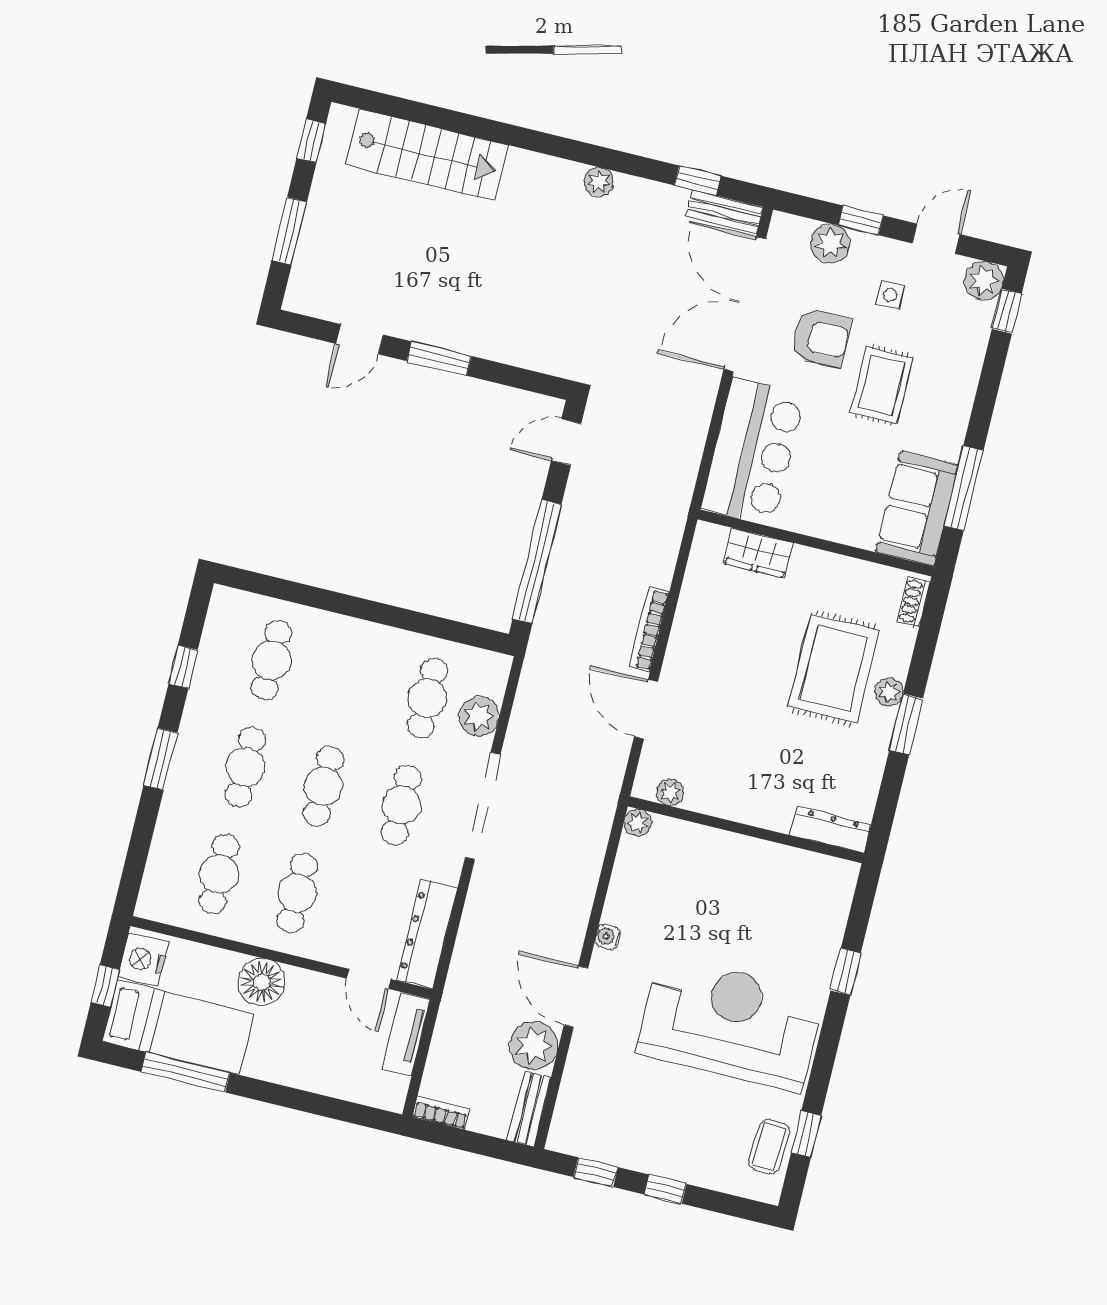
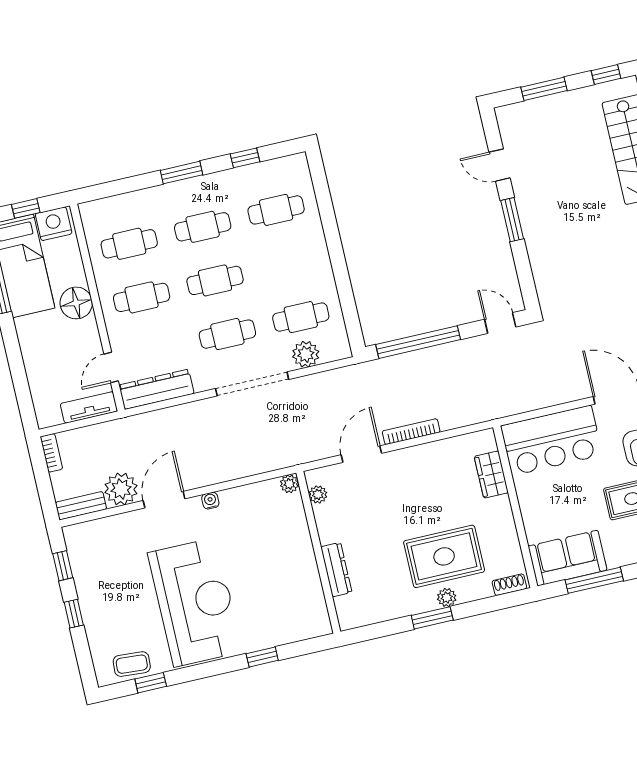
dresser: (831, 830) -> (336, 570), moved

